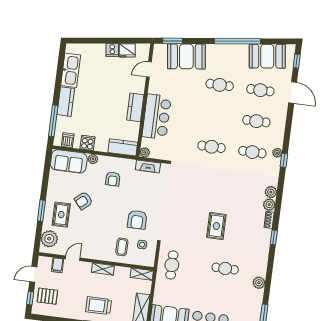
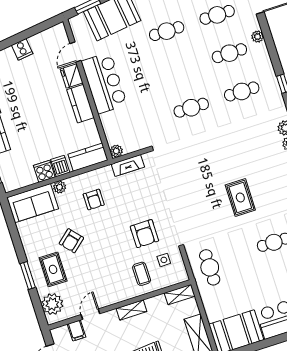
fridge: (127, 50) -> (72, 76), moved, turned 97
bar counter: (157, 117) -> (104, 83), moved
dishwasher: (68, 140) -> (60, 166), moved
plant: (277, 153) -> (258, 37), moved

